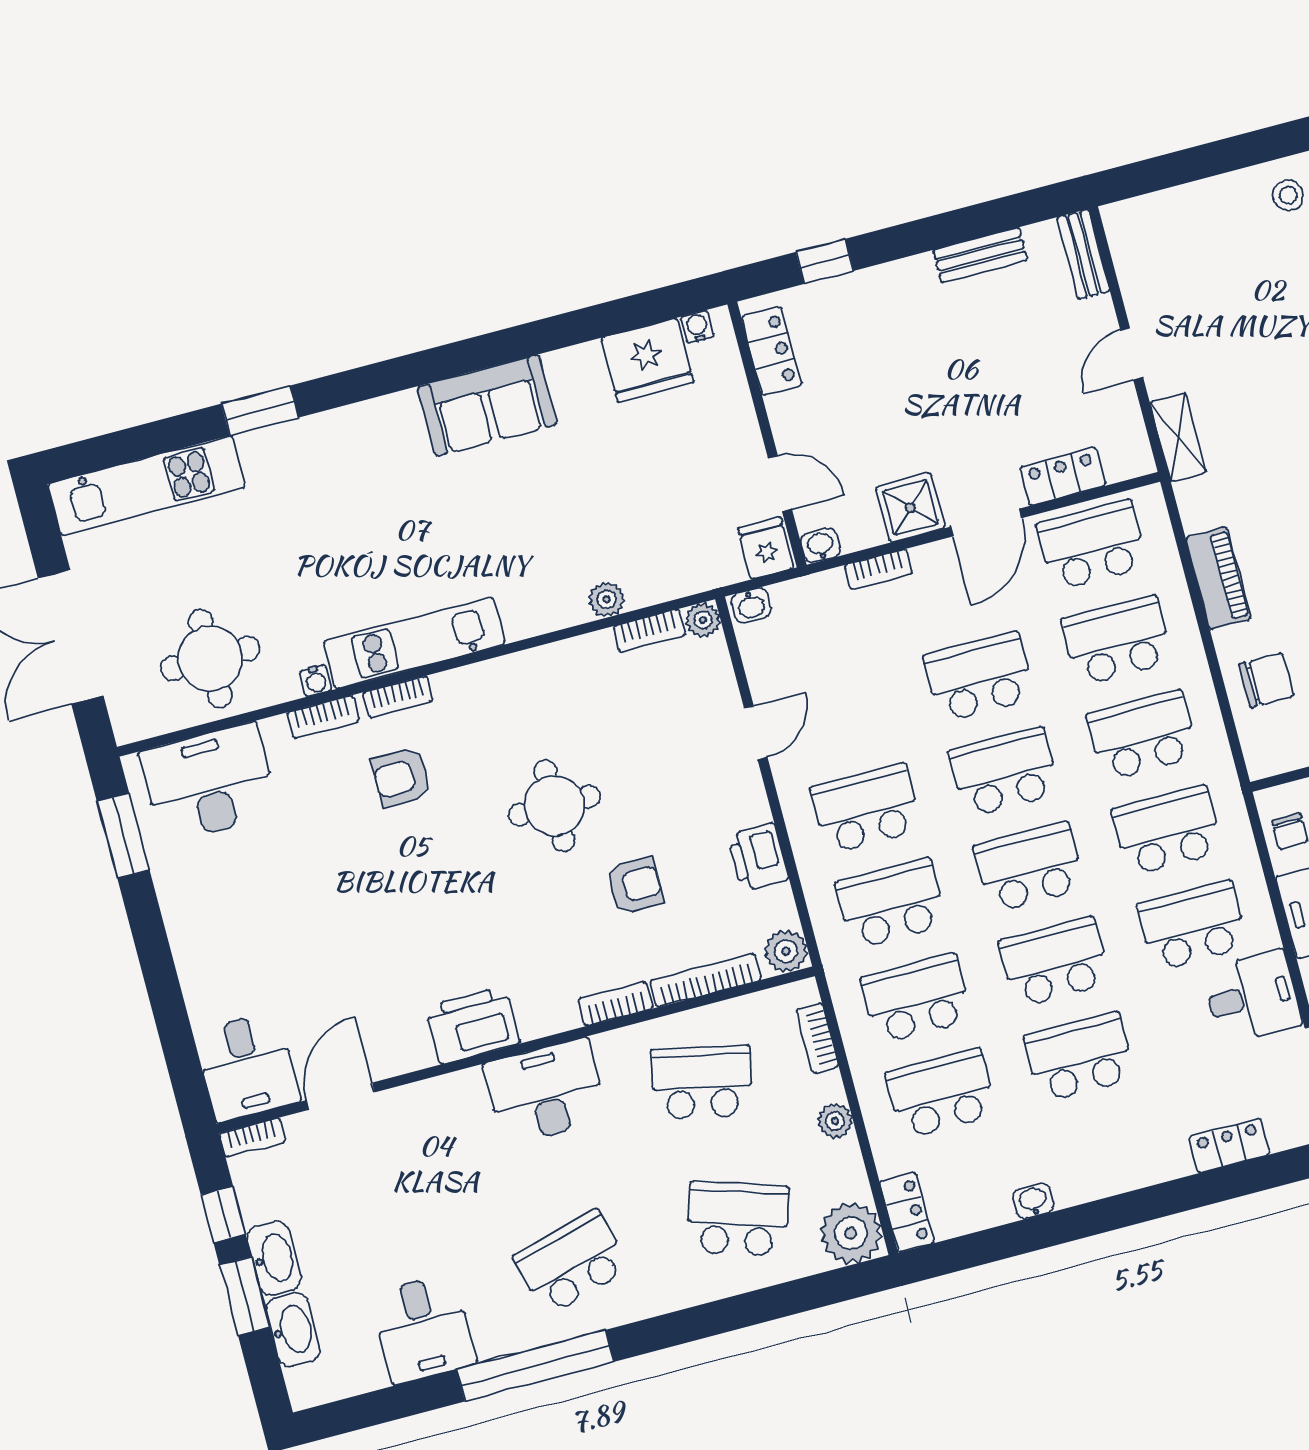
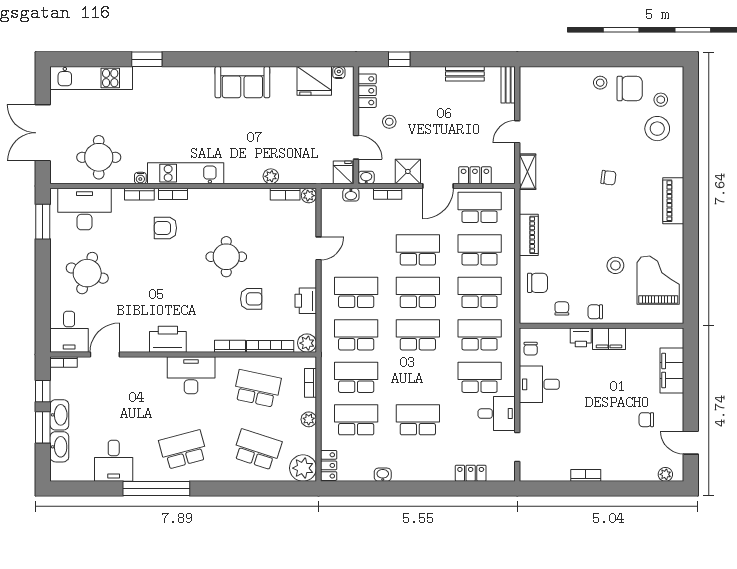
stool: (839, 407) -> (389, 122), added
washbasin: (751, 605) -> (351, 195), moved
round table: (253, 924) -> (87, 273), added
school desk: (1054, 962) -> (418, 377), removed

